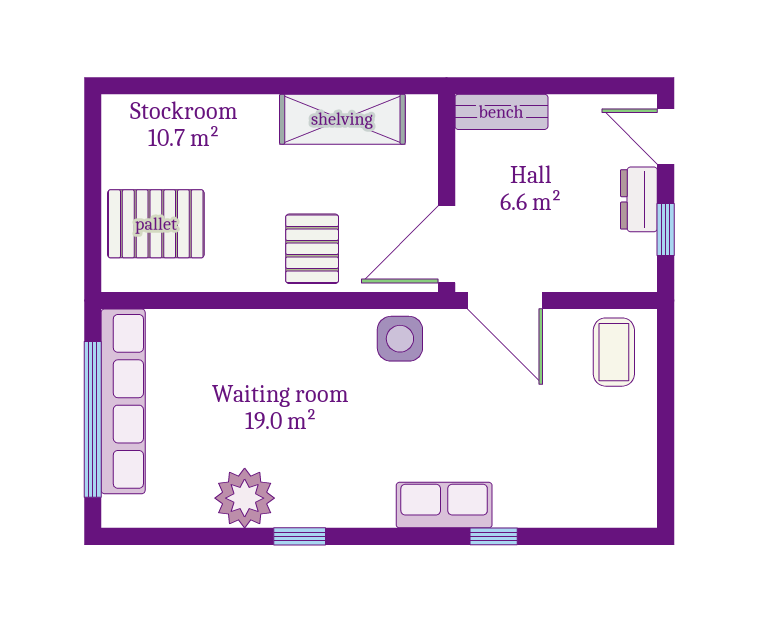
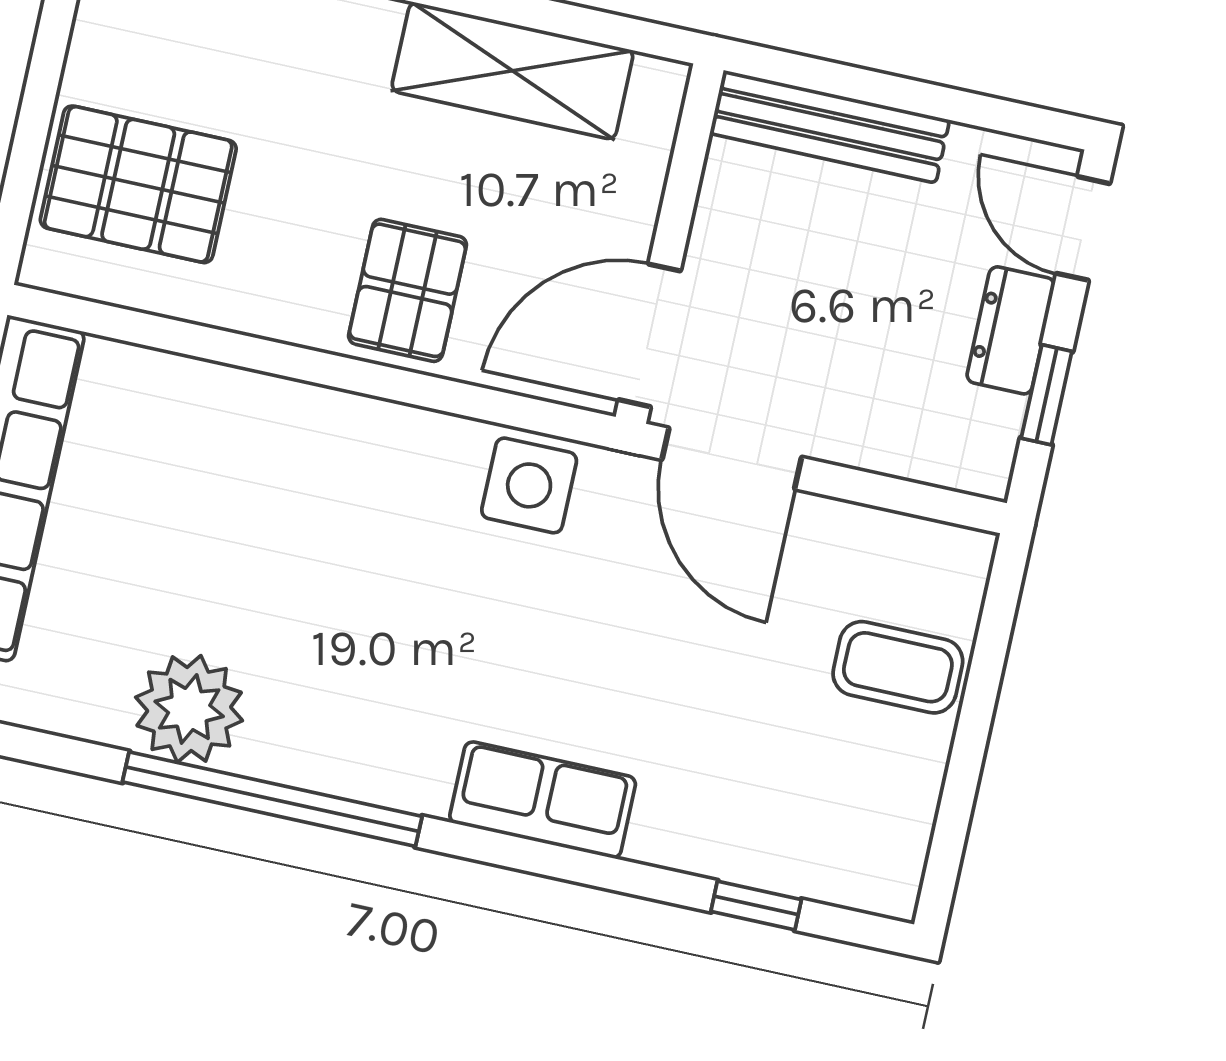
bench: (501, 112) -> (830, 127), width x1.36
coffee table: (614, 352) -> (898, 667), moved, turned 90
window: (300, 536) -> (272, 799), width x3.17
window: (494, 536) -> (756, 905), moved

